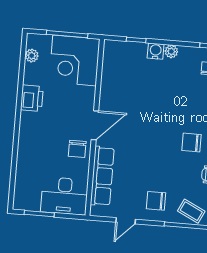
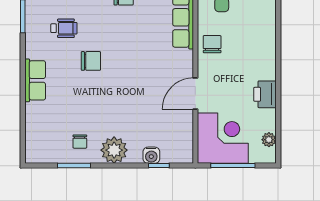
water cooler: (156, 51) -> (151, 155), moved
plant: (171, 51) -> (114, 150), width x1.88, depth x1.88
door: (95, 125) -> (195, 93), moved

